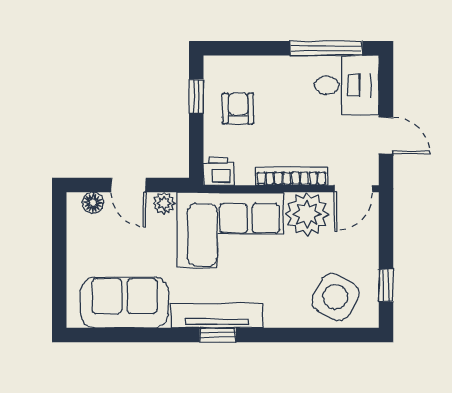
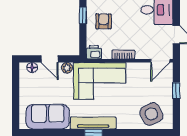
bookcase: (291, 176) -> (123, 55), width x0.64
plant: (307, 214) -> (137, 73), removed
window: (386, 285) -> (176, 91), moved
side table: (335, 297) -> (151, 114), turned 34

